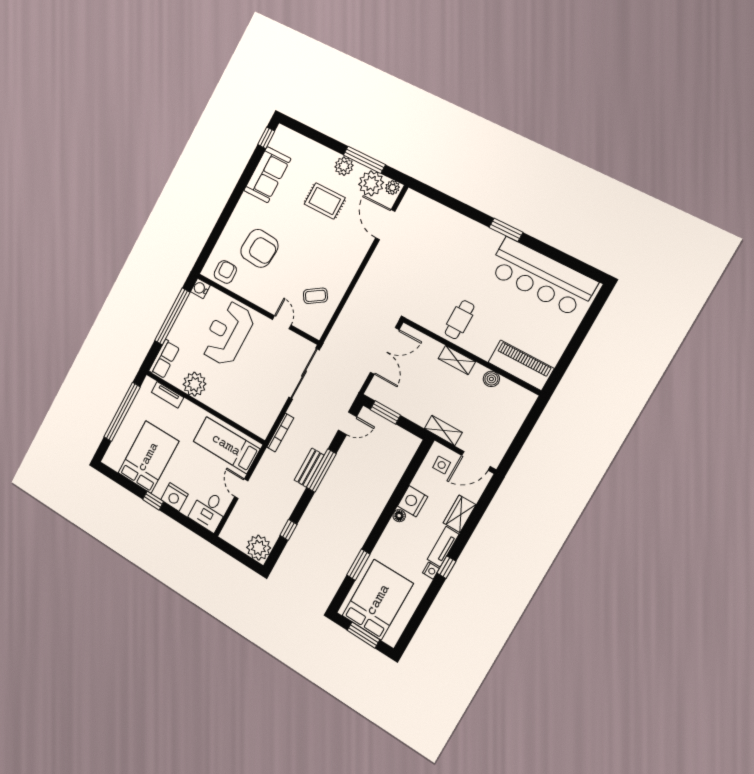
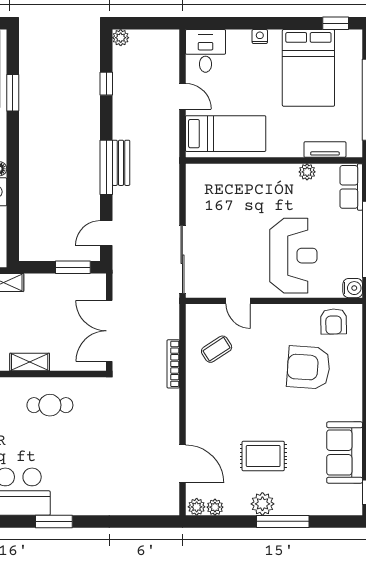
window: (364, 160) -> (283, 521), moved
plant: (371, 183) -> (215, 507), width x0.53, depth x0.53
cafe table: (460, 320) -> (50, 405), turned 90
plant: (195, 384) -> (307, 172), width x0.53, depth x0.53
bookcase: (280, 433) -> (173, 364), moved
nightstand: (174, 497) -> (260, 36), width x0.53, depth x0.56
window: (153, 501) -> (336, 23), moved
plant: (259, 548) -> (121, 38), width x0.53, depth x0.53

